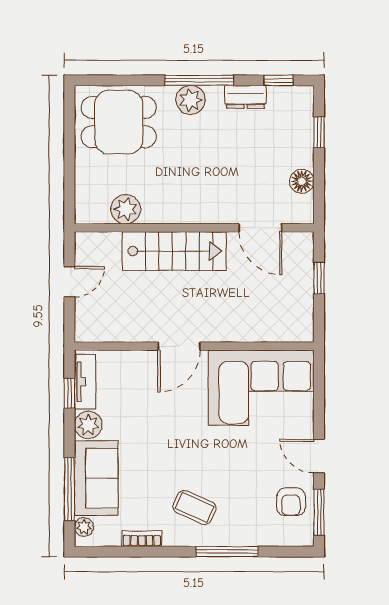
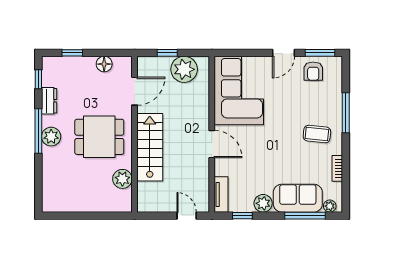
dining table: (119, 122) -> (99, 137), moved, turned 90
door: (69, 282) -> (187, 216), moved
plant: (294, 304) -> (184, 69), added
tv unit: (85, 382) -> (221, 194), moved, turned 90
armchair: (291, 502) -> (313, 71), turned 90
coffee table: (194, 507) -> (317, 134), turned 72

